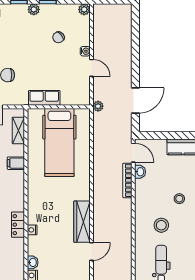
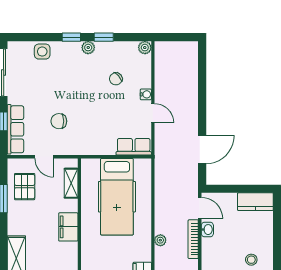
row of seats: (44, 98) -> (134, 147), moved
plant: (98, 106) -> (160, 240), moved
filing cabinet: (16, 163) -> (68, 227), width x2.00

